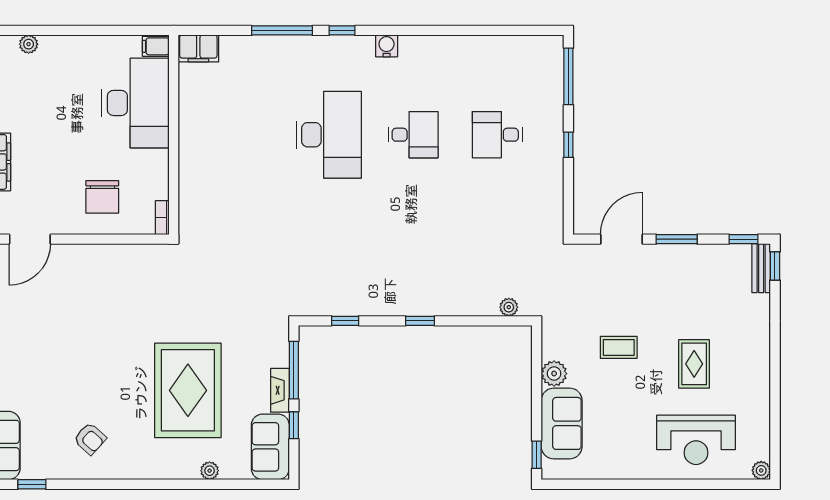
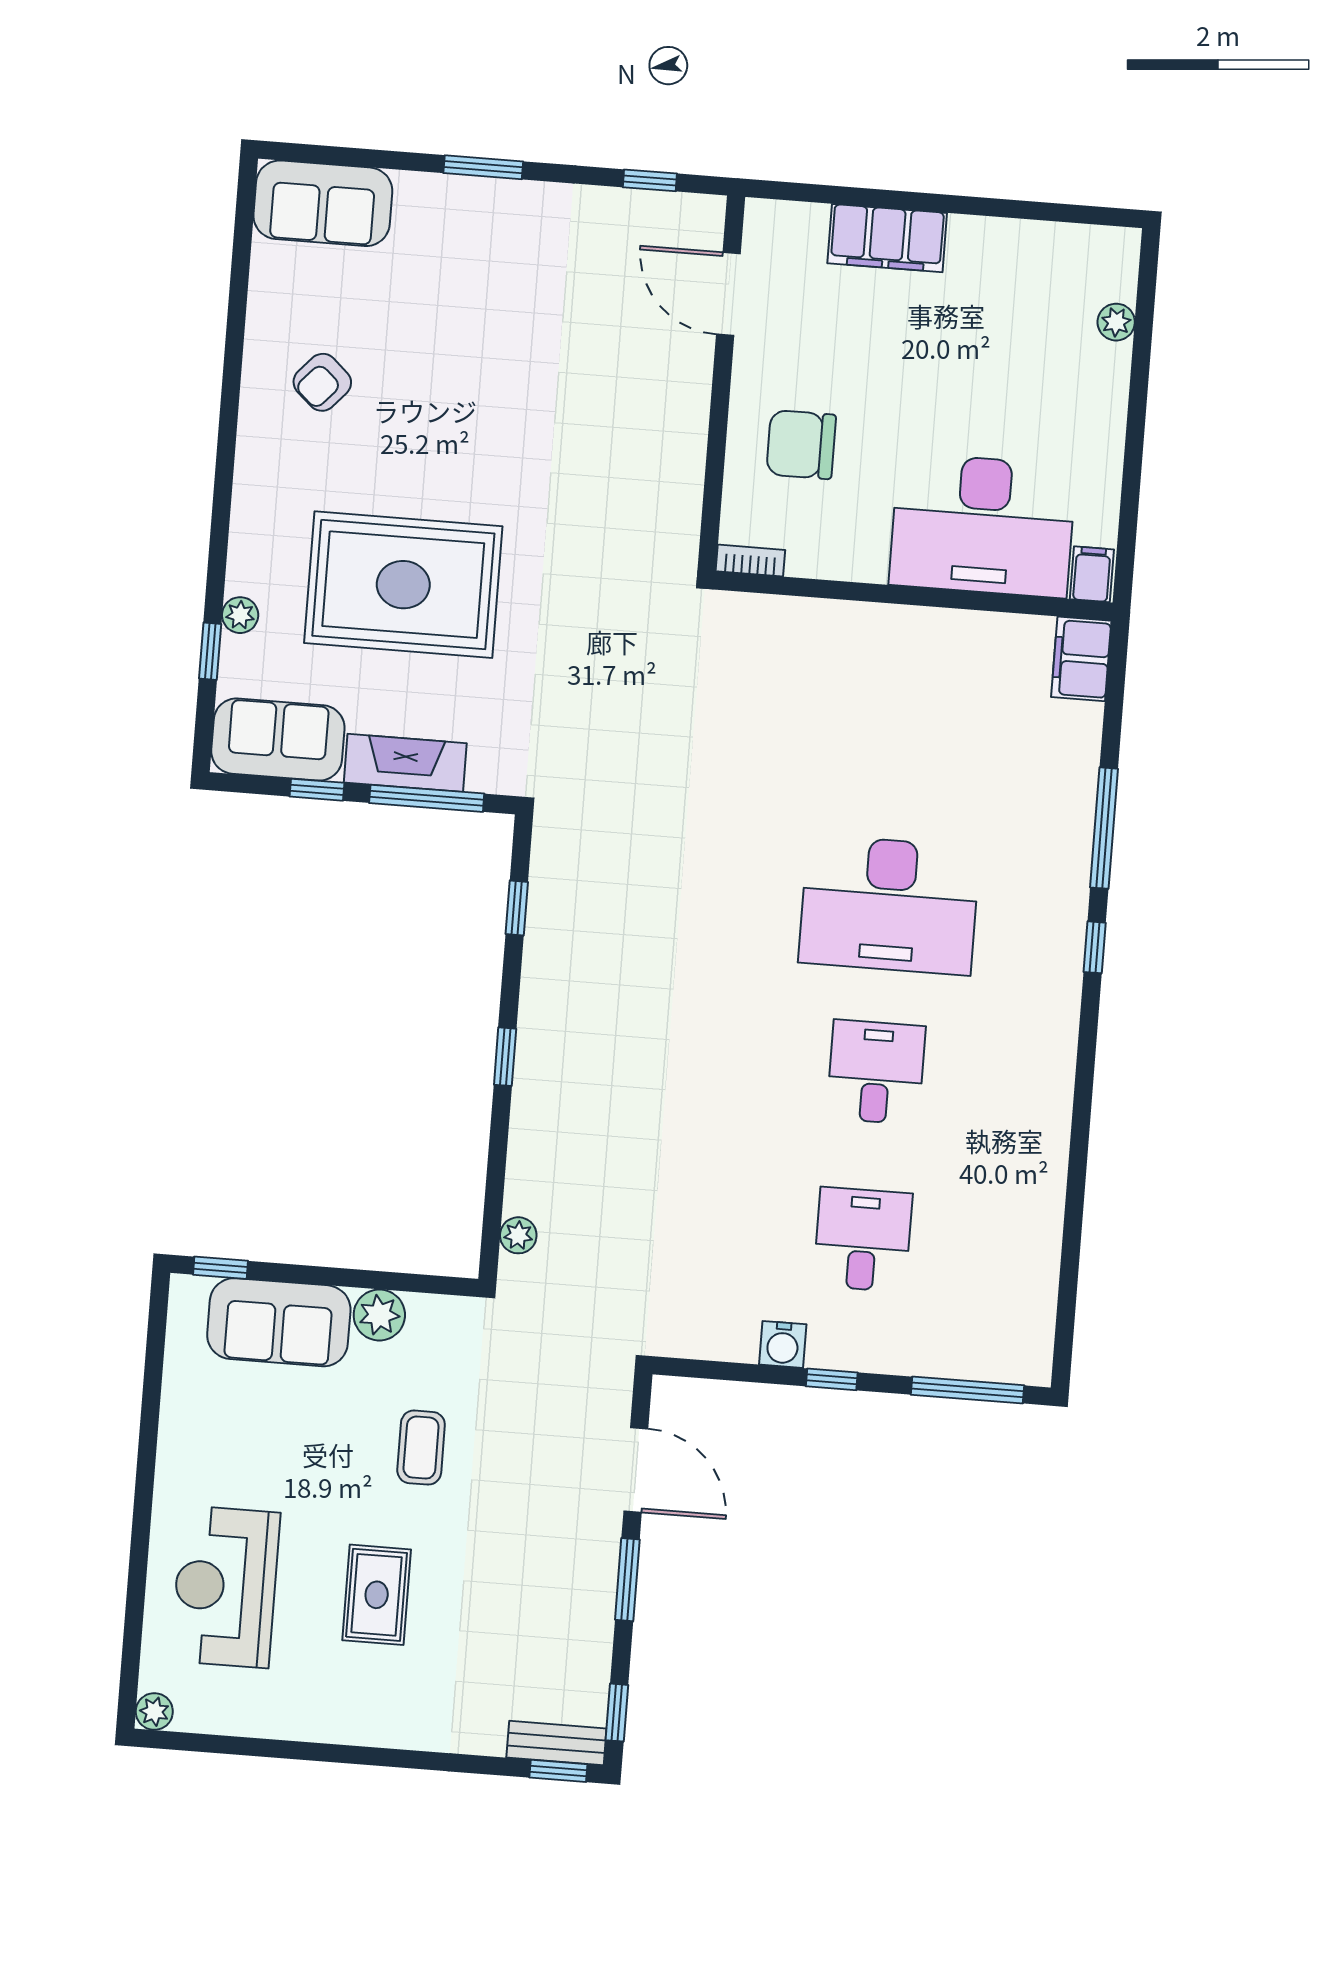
water cooler: (387, 46) -> (783, 1344), moved, turned 90
desk: (413, 135) -> (876, 1072), turned 180
rug: (694, 364) -> (377, 1595), turned 90
fireplace: (280, 390) -> (405, 763), width x1.37, depth x1.32
window: (32, 484) -> (210, 651), moved

